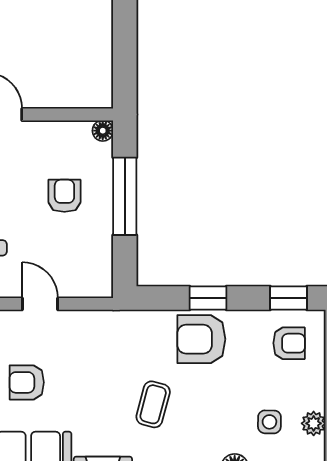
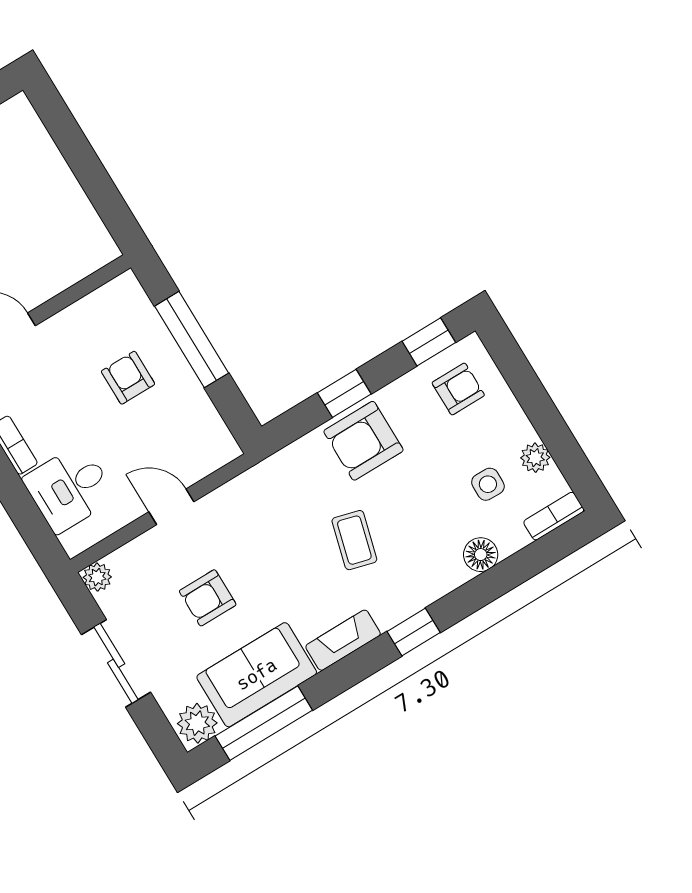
floor lamp: (103, 131) -> (127, 285), removed

